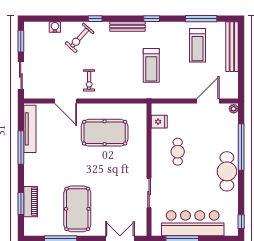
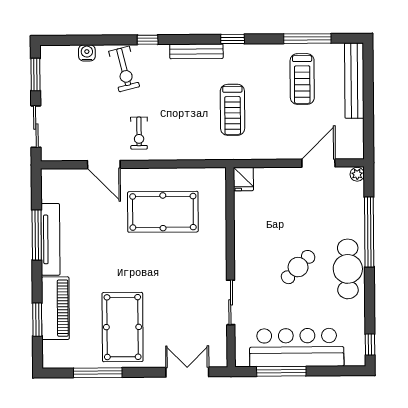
exercise bike: (80, 38) -> (124, 69), turned -56
fridge: (159, 122) -> (243, 179), moved, turned 90
tv unit: (30, 129) -> (50, 239), moved
cafe table: (178, 152) -> (298, 267), moved, turned 45
piano: (31, 202) -> (55, 308), width x1.37, depth x1.33

